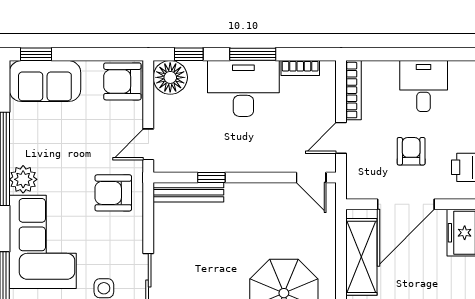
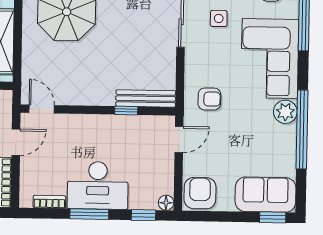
floor lamp: (170, 77) -> (166, 203), width x0.53, depth x0.53
armchair: (122, 81) -> (200, 193), turned -90
armchair: (113, 193) -> (209, 99), width x0.72, depth x0.72

